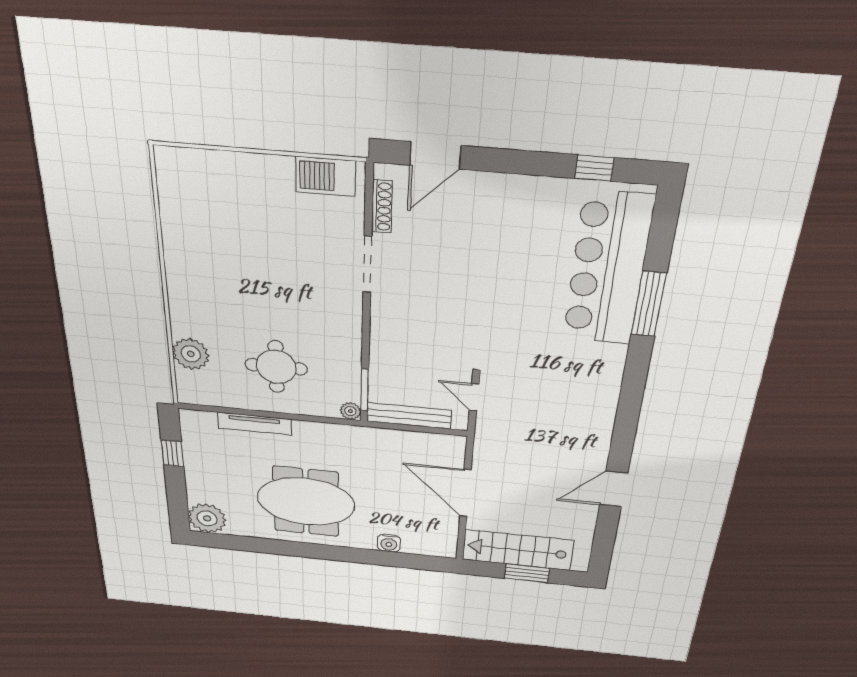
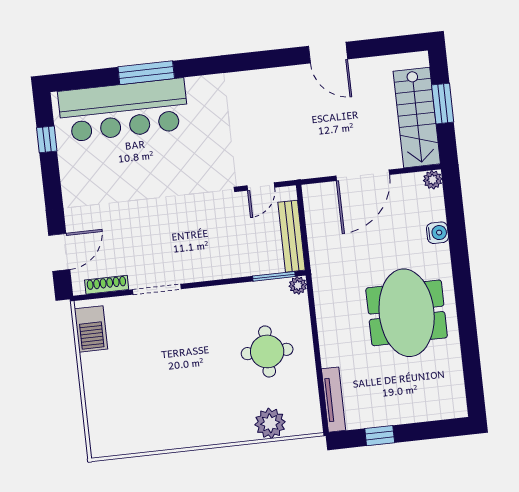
door: (435, 155) -> (59, 252), hinge flipped
tv unit: (255, 424) -> (334, 400), moved
plant: (207, 518) -> (433, 180), moved, width x0.53, depth x0.53

